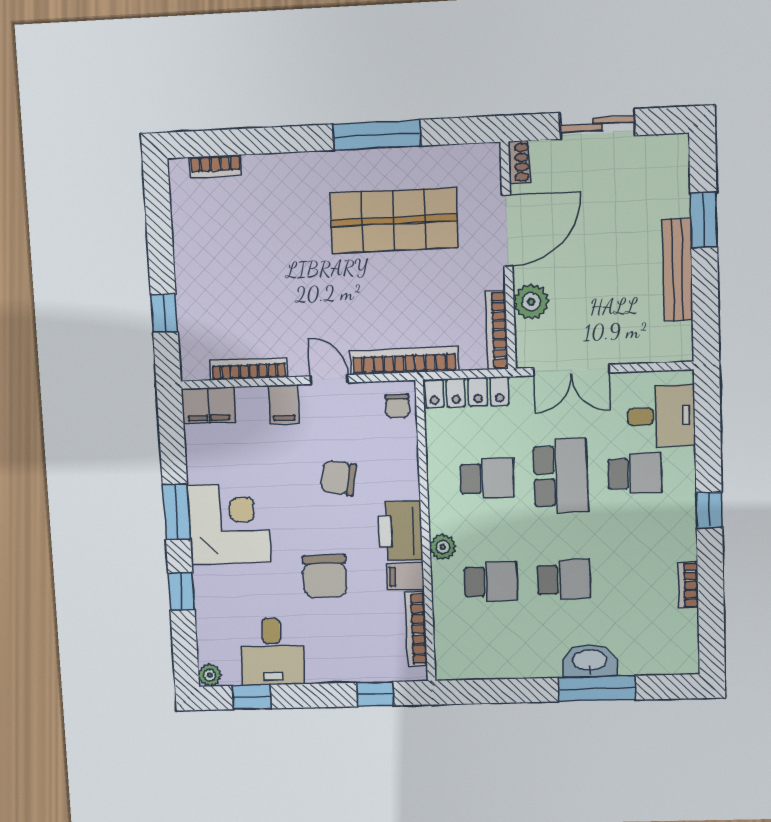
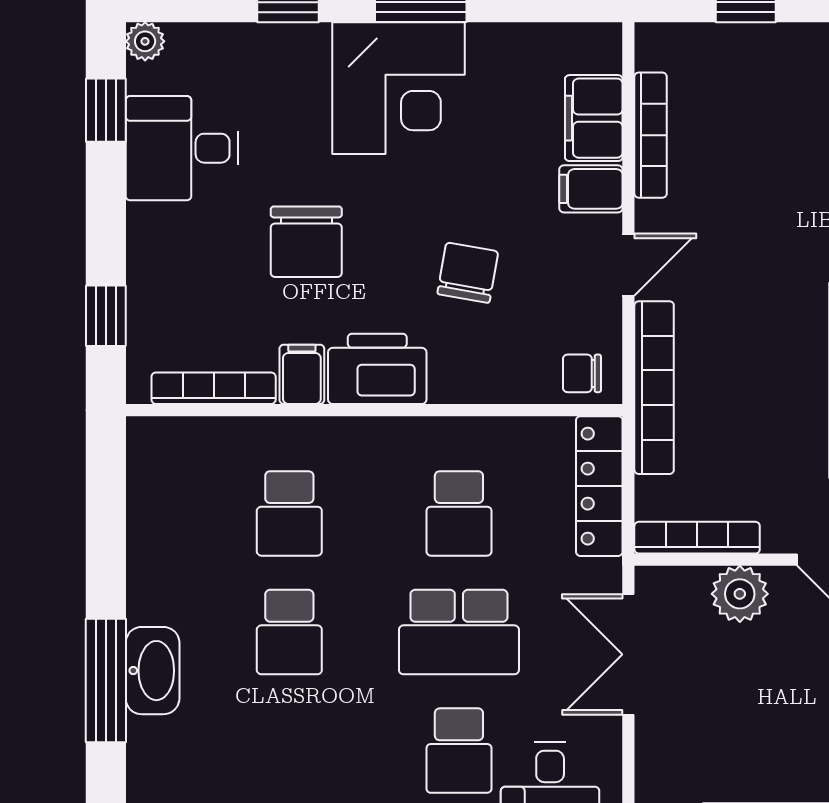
filing cabinet: (208, 405) -> (594, 118), moved
plant: (443, 547) -> (349, 437), removed
chair: (325, 576) -> (306, 242), turned -90

